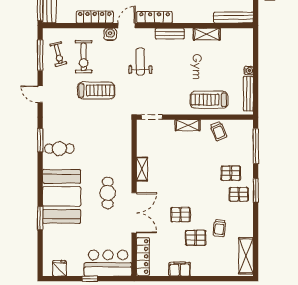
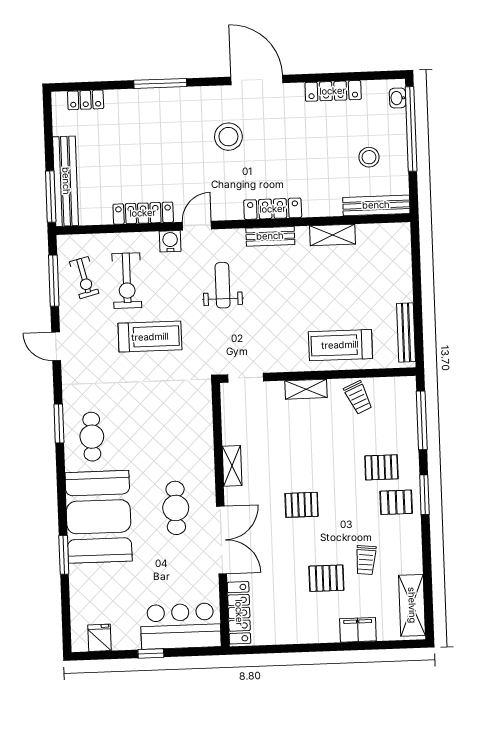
locker: (155, 17) -> (273, 209), moved
water cooler: (249, 71) -> (405, 294), removed
cafe table: (59, 149) -> (92, 437), turned 90
pallet: (180, 215) -> (302, 505), moved
filing cabinet: (180, 269) -> (358, 630), moved

